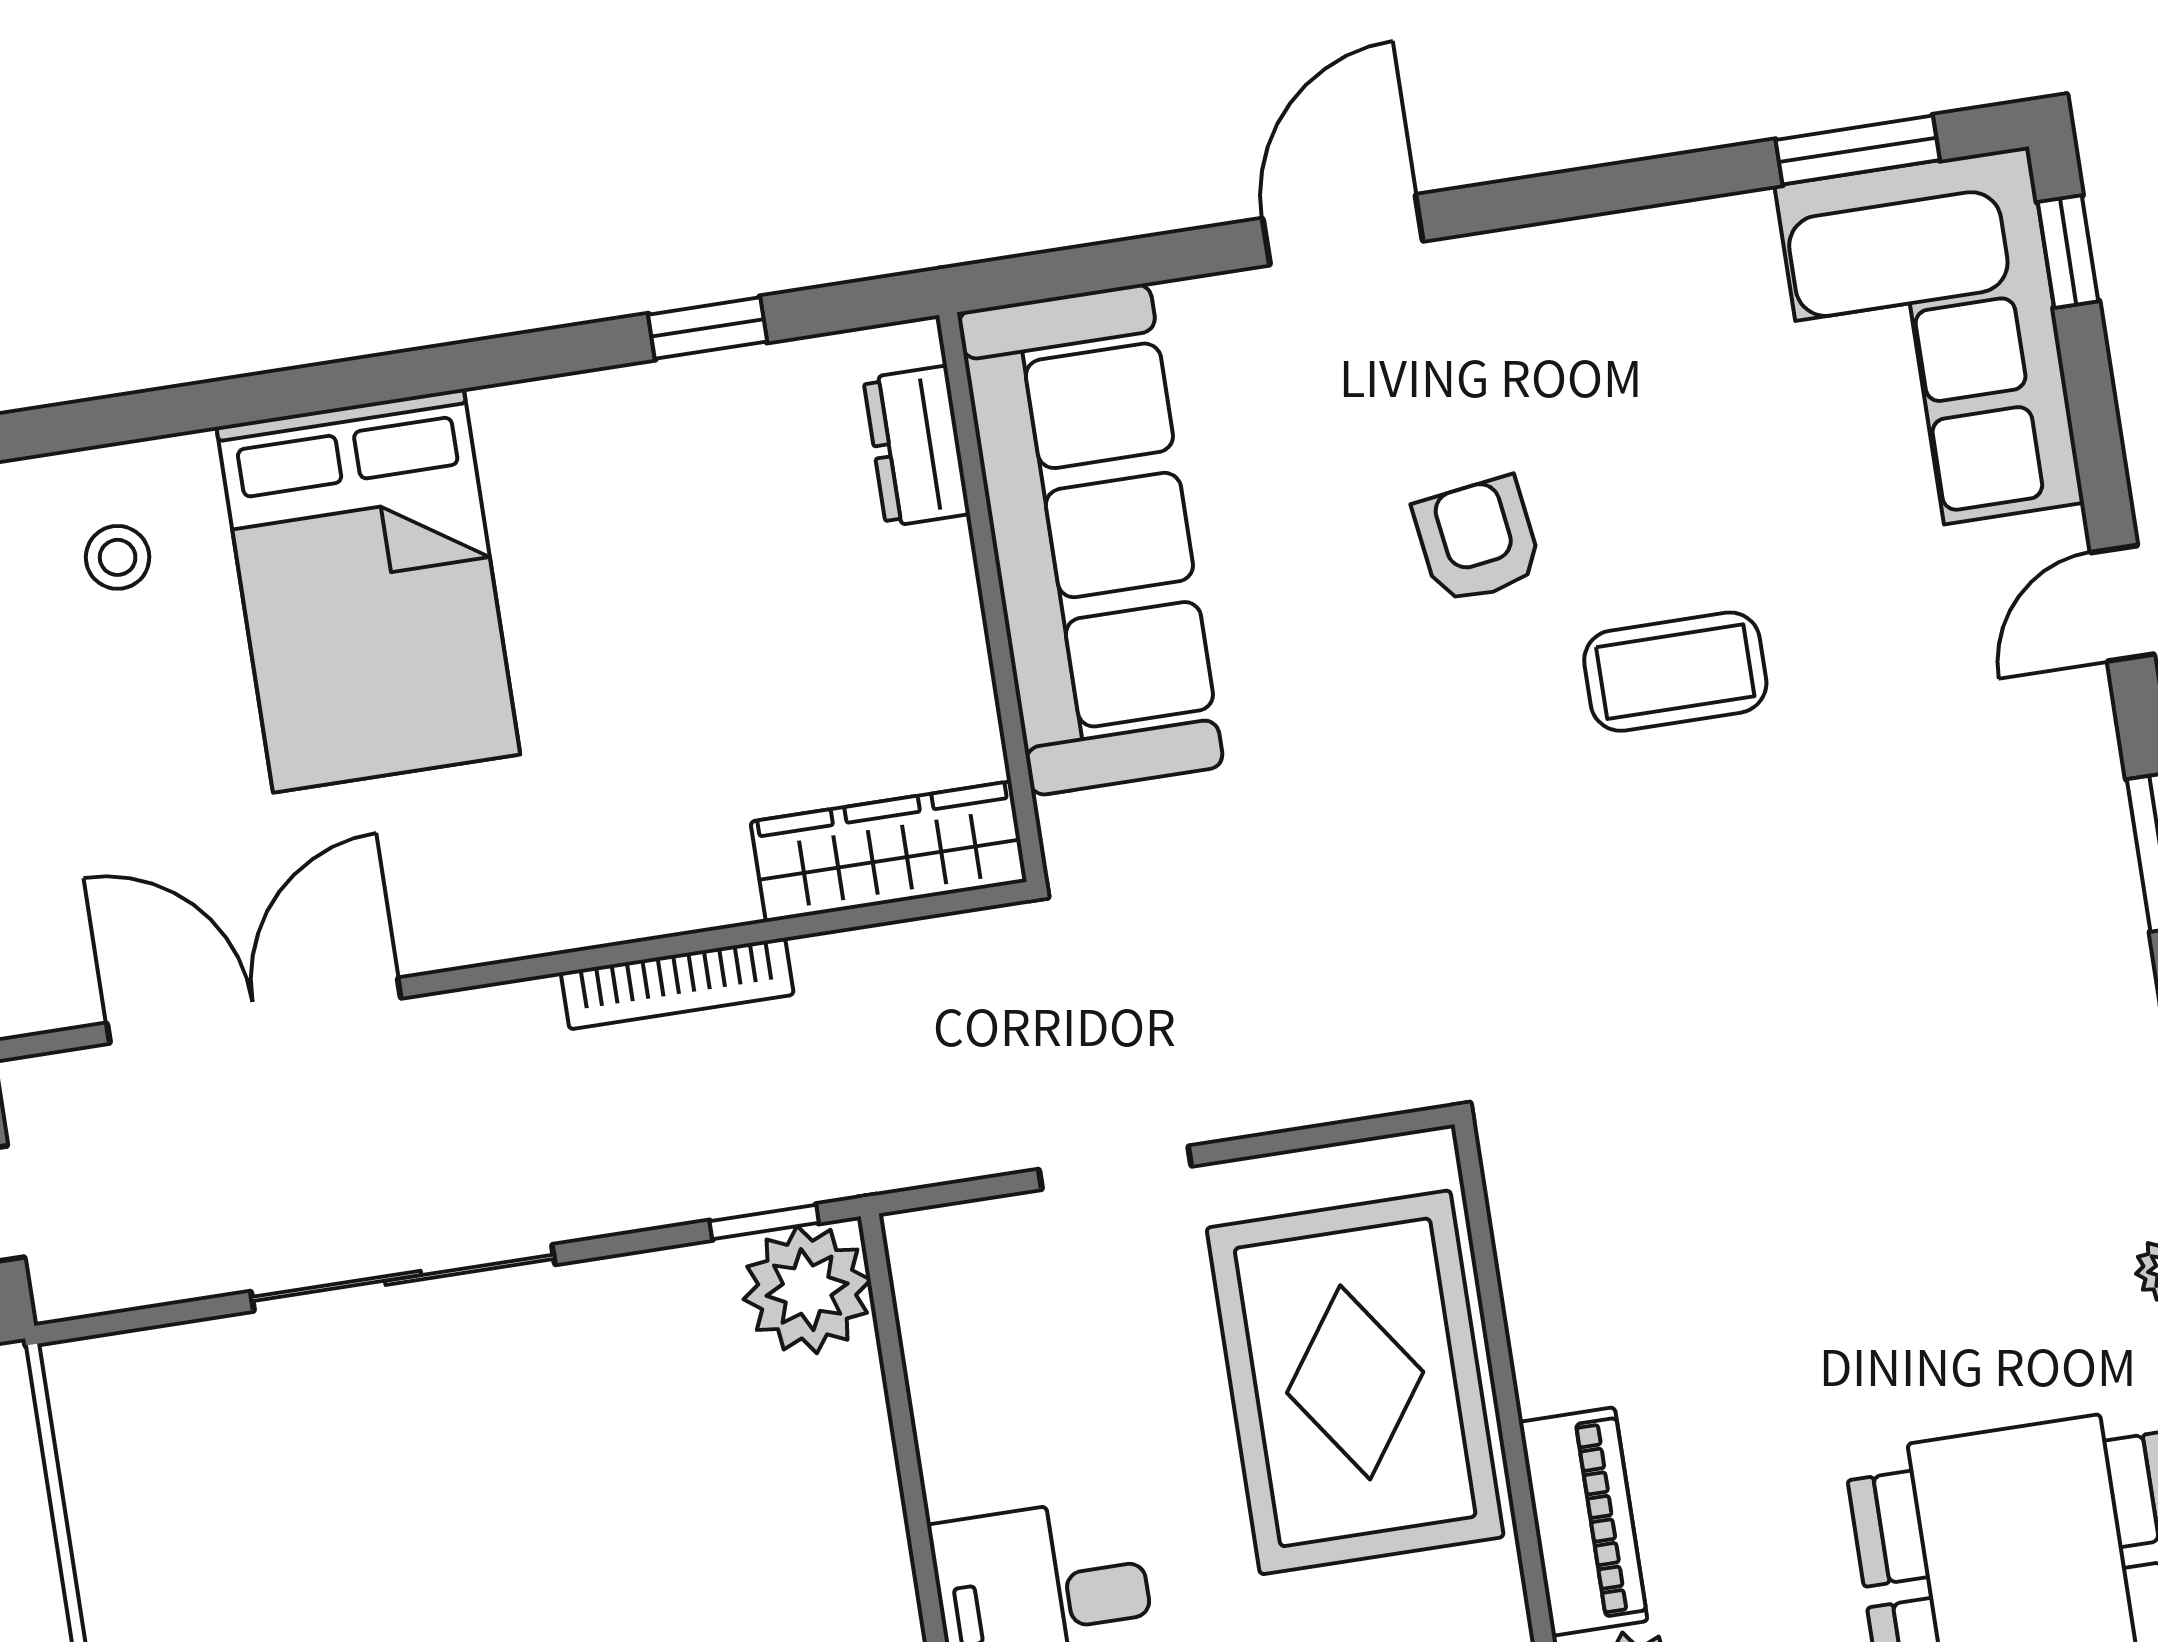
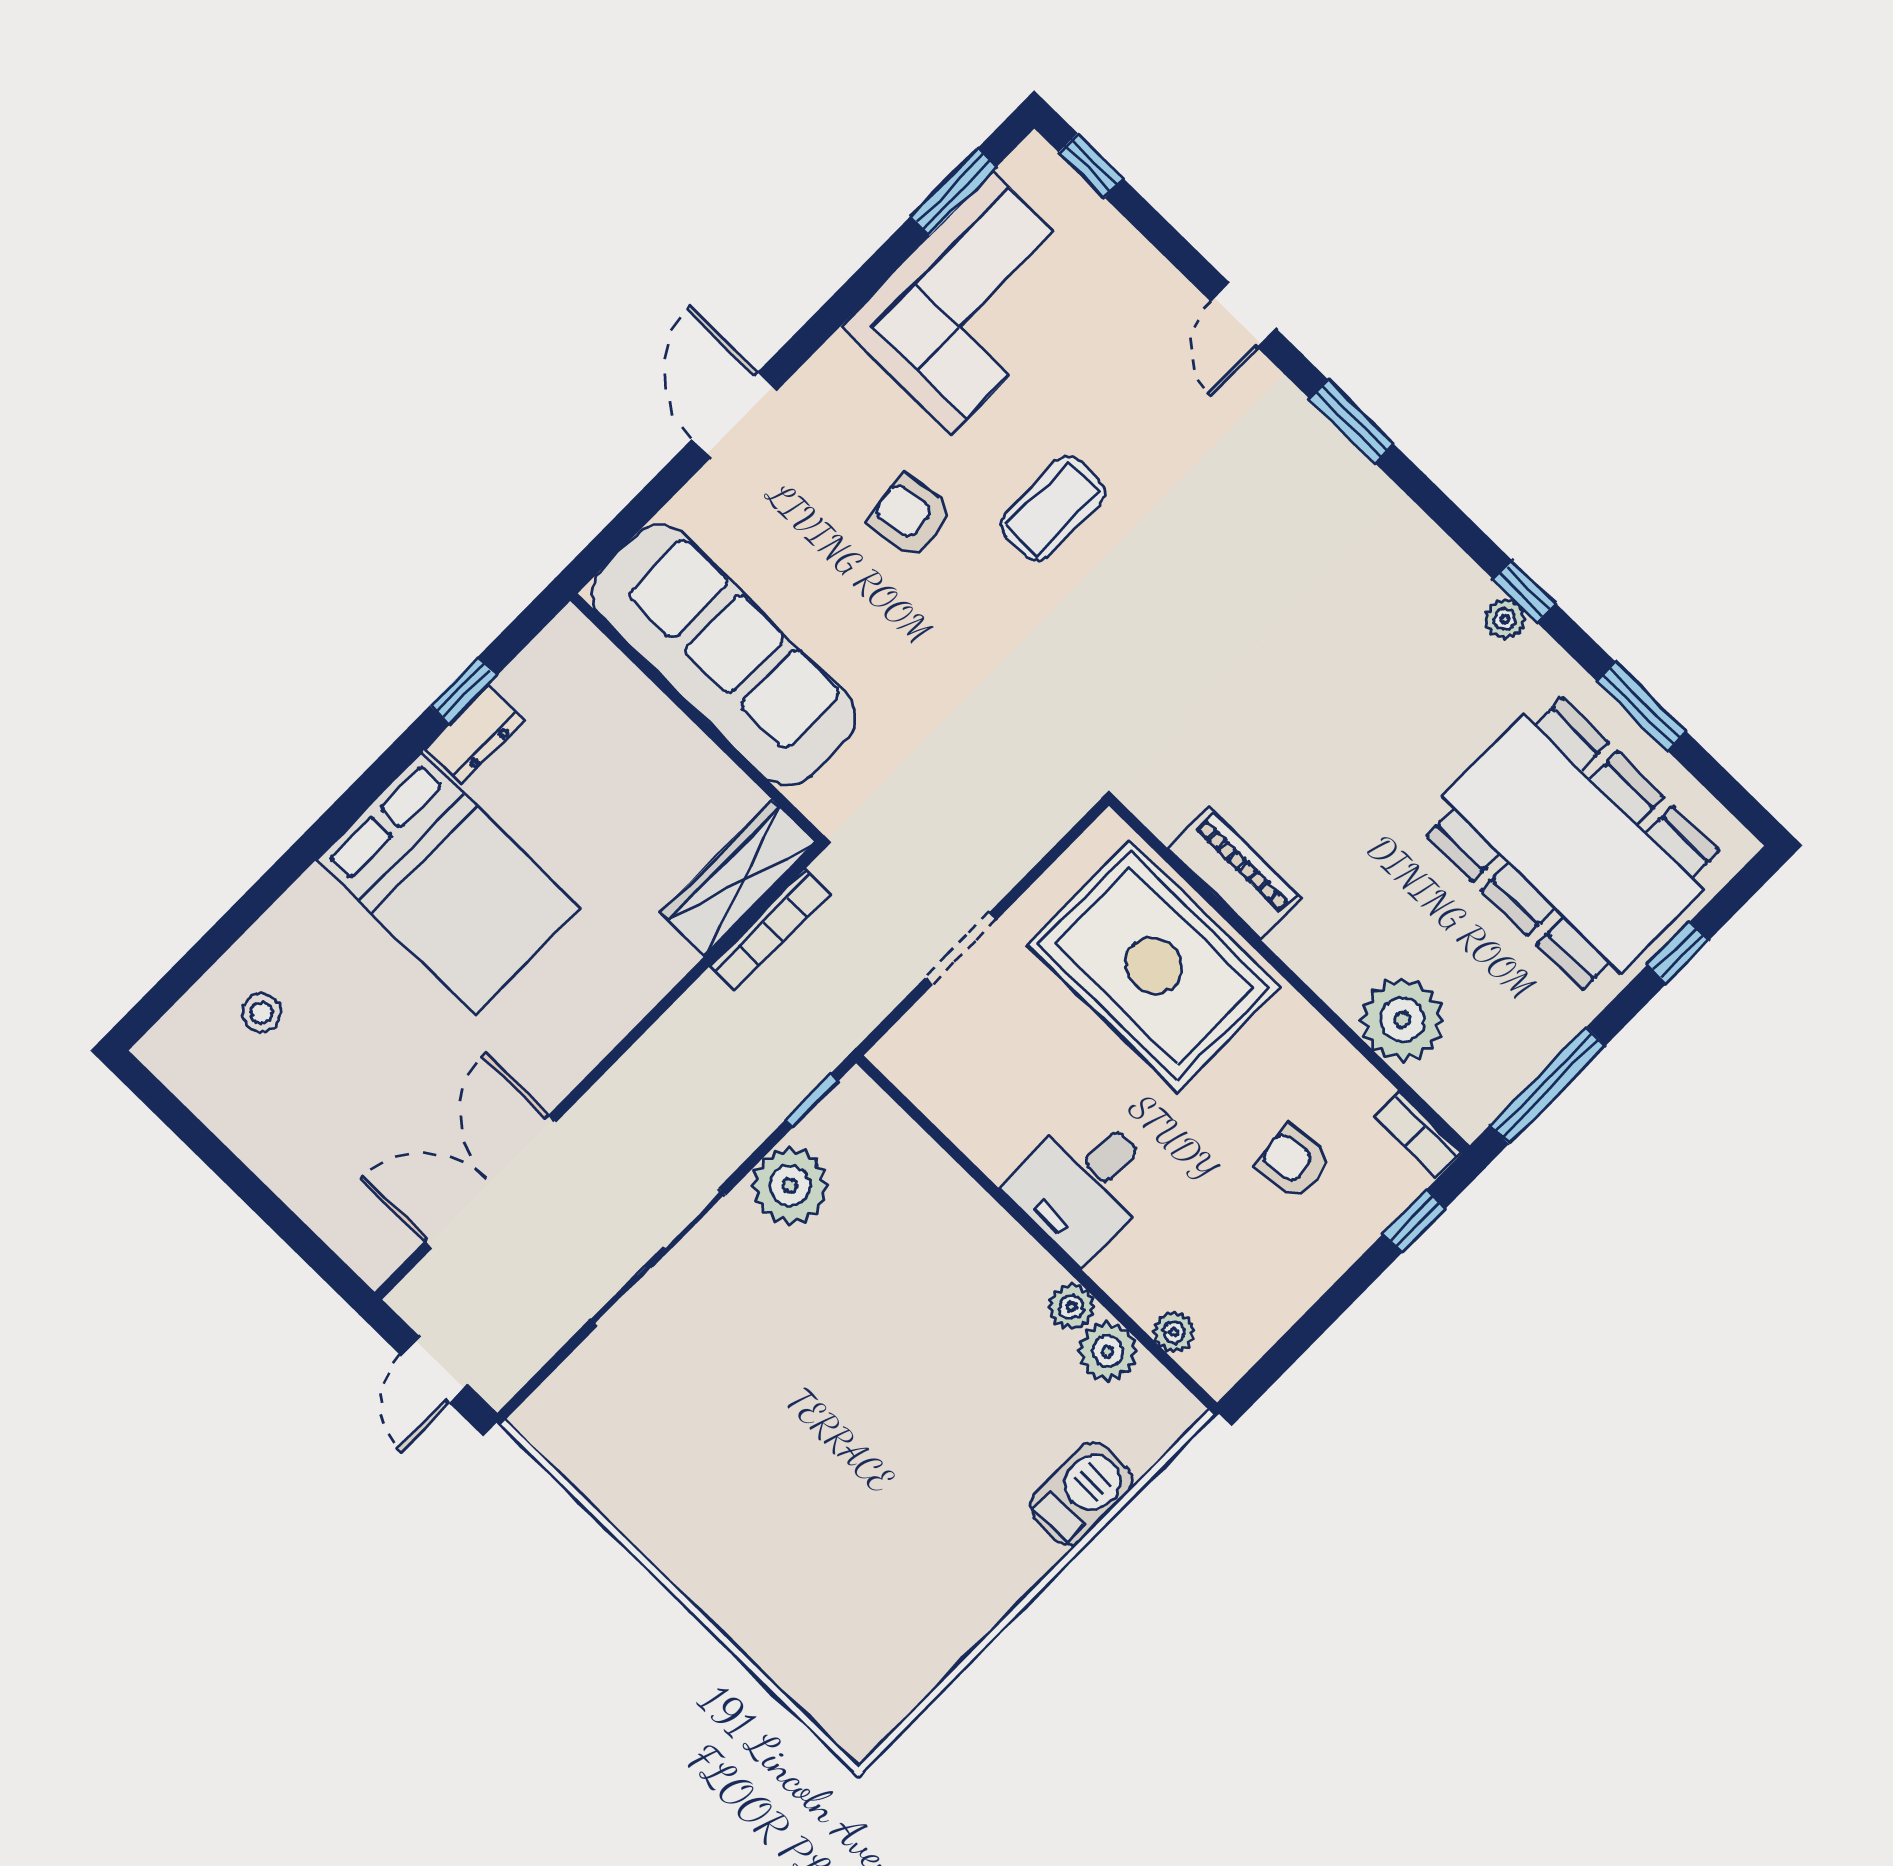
corner sofa: (1929, 344) -> (972, 303), moved, turned -90
dresser: (917, 446) -> (475, 734), moved, turned -90
bed: (368, 591) -> (449, 883), moved
bookcase: (677, 984) -> (770, 929), moved
plant: (807, 1290) -> (790, 1186), moved
piano: (1583, 1521) -> (1235, 874), moved

